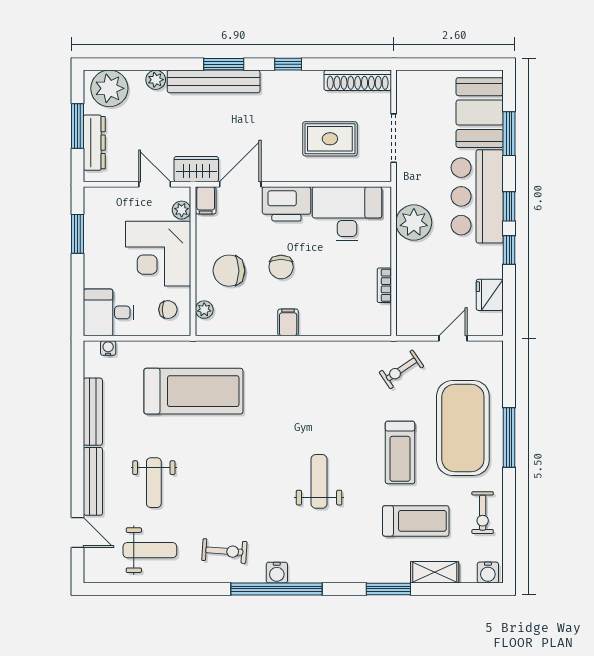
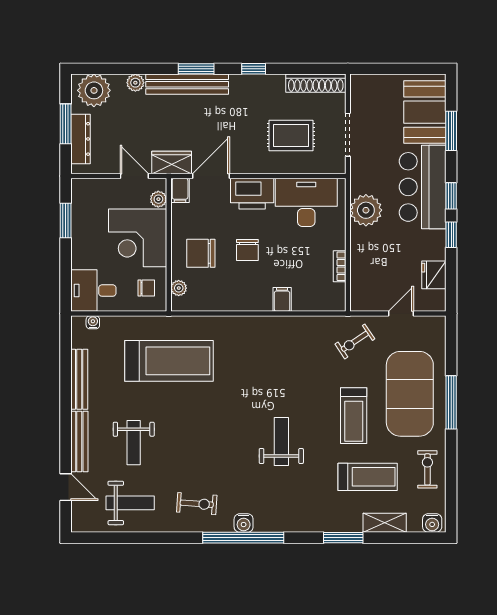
filing cabinet: (288, 322) -> (282, 299), moved
exercise bike: (483, 513) -> (427, 469), turned 180

